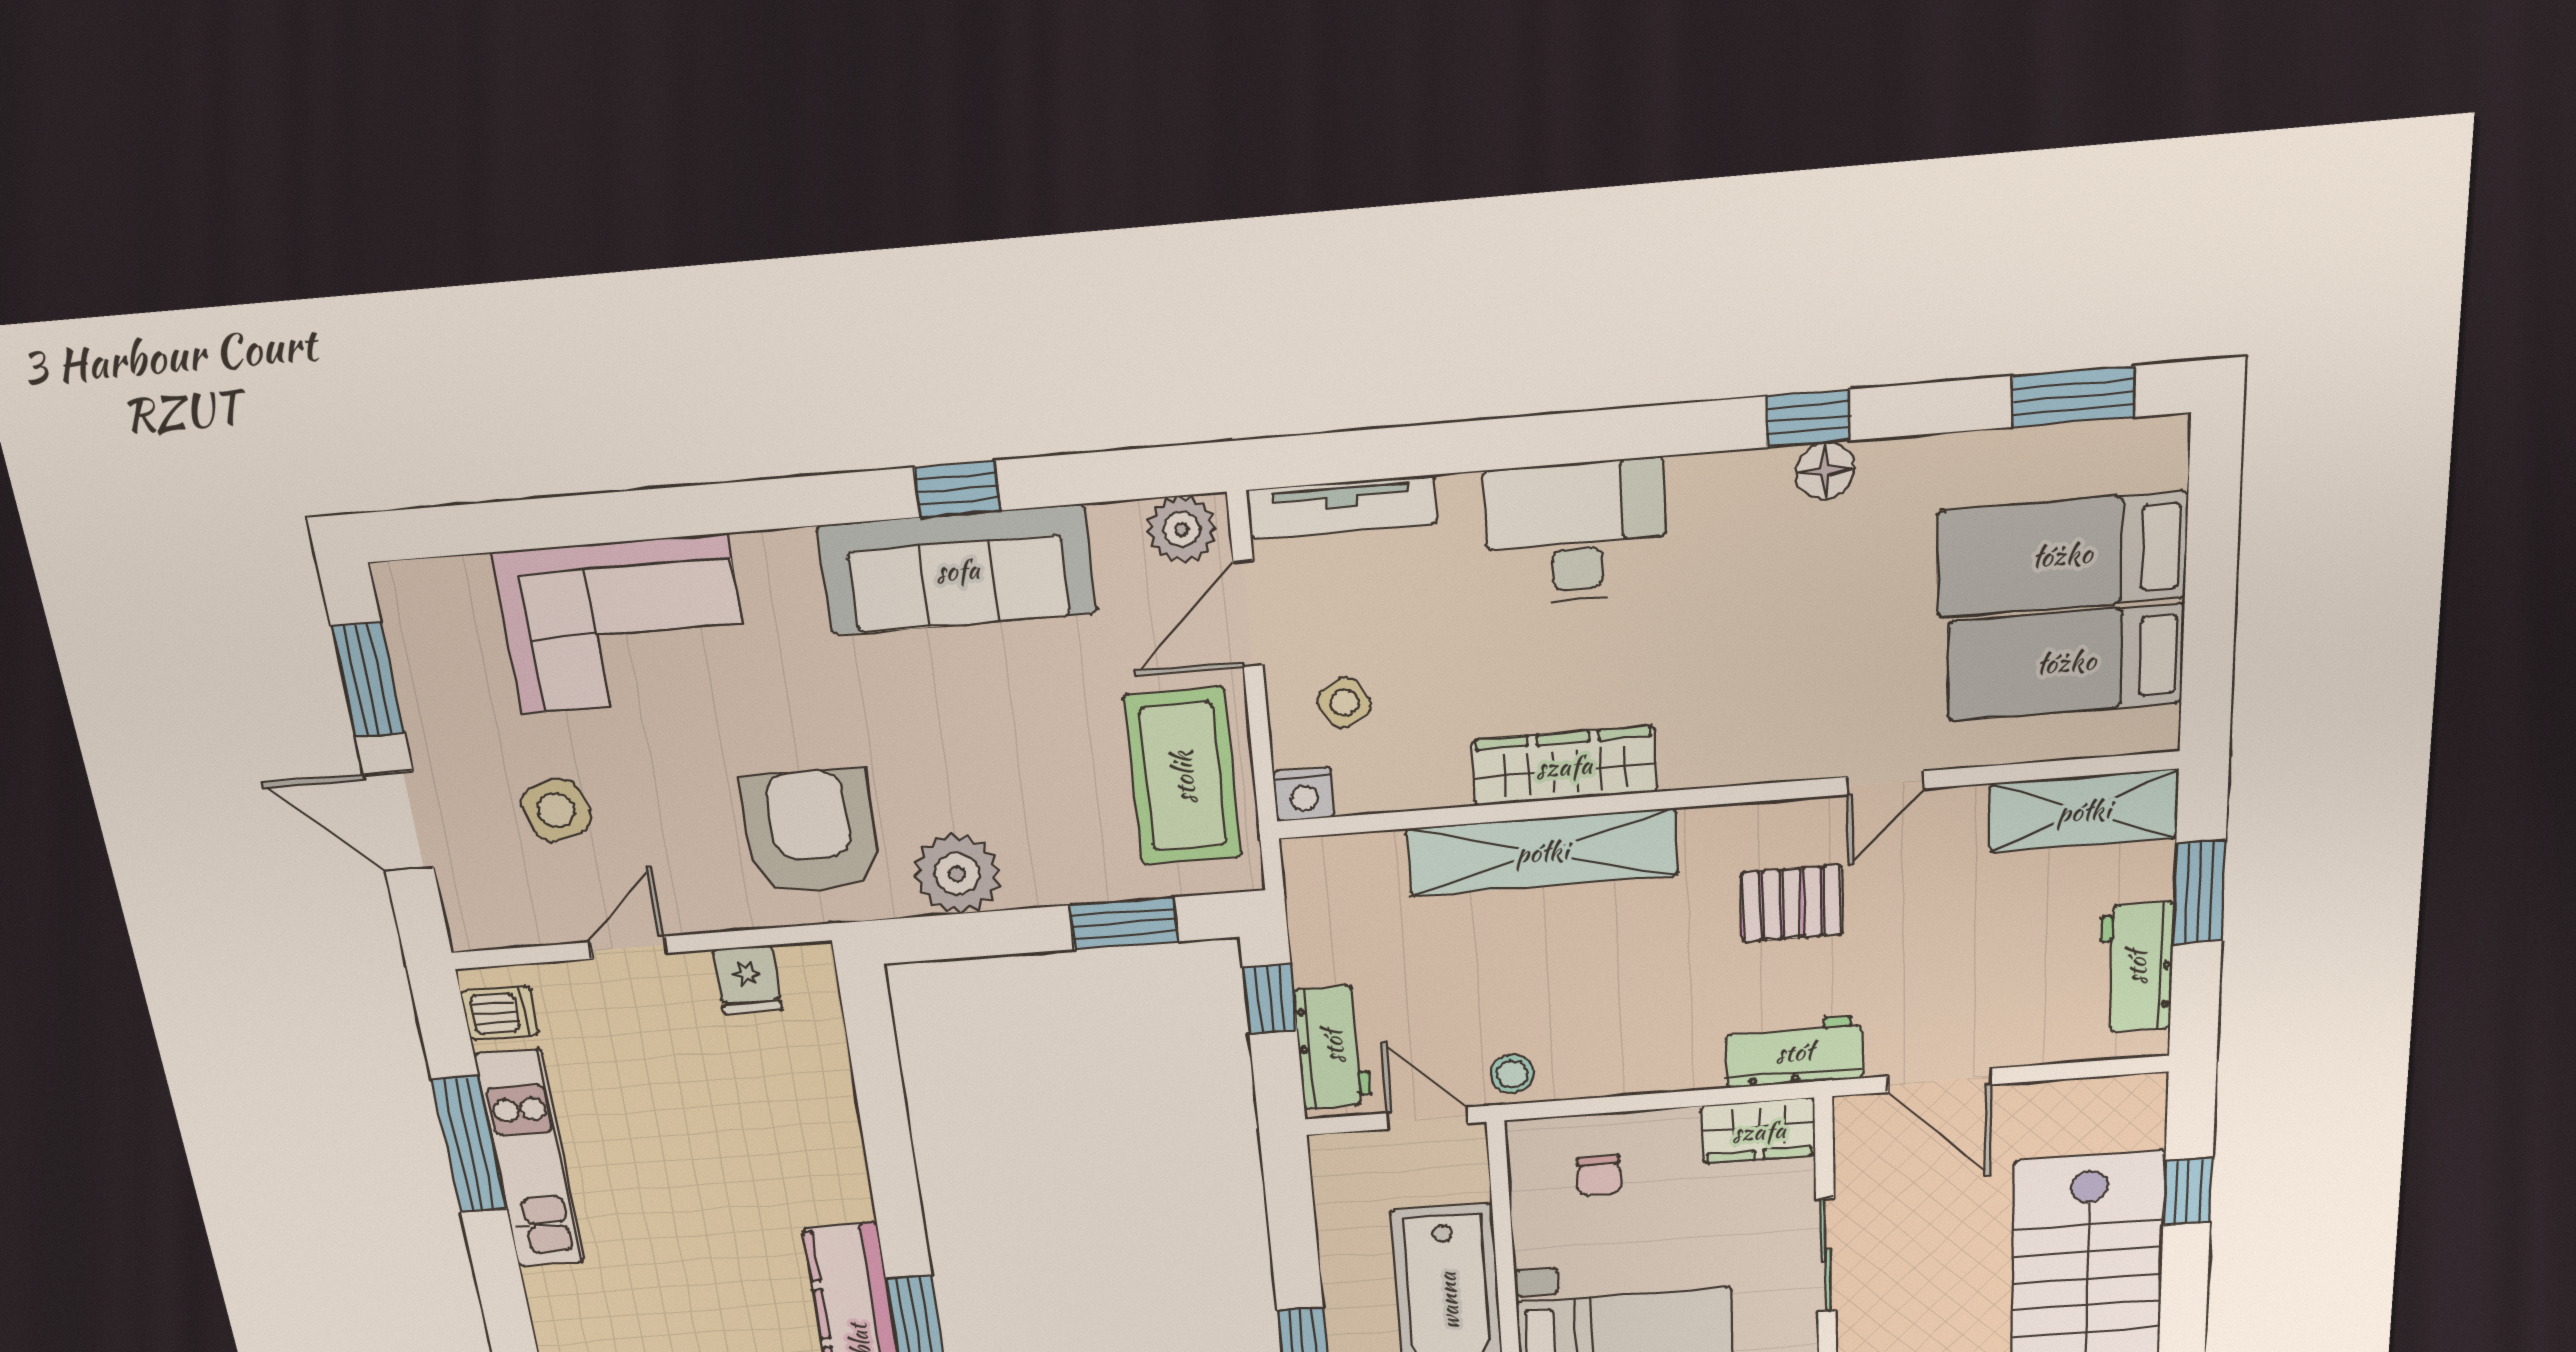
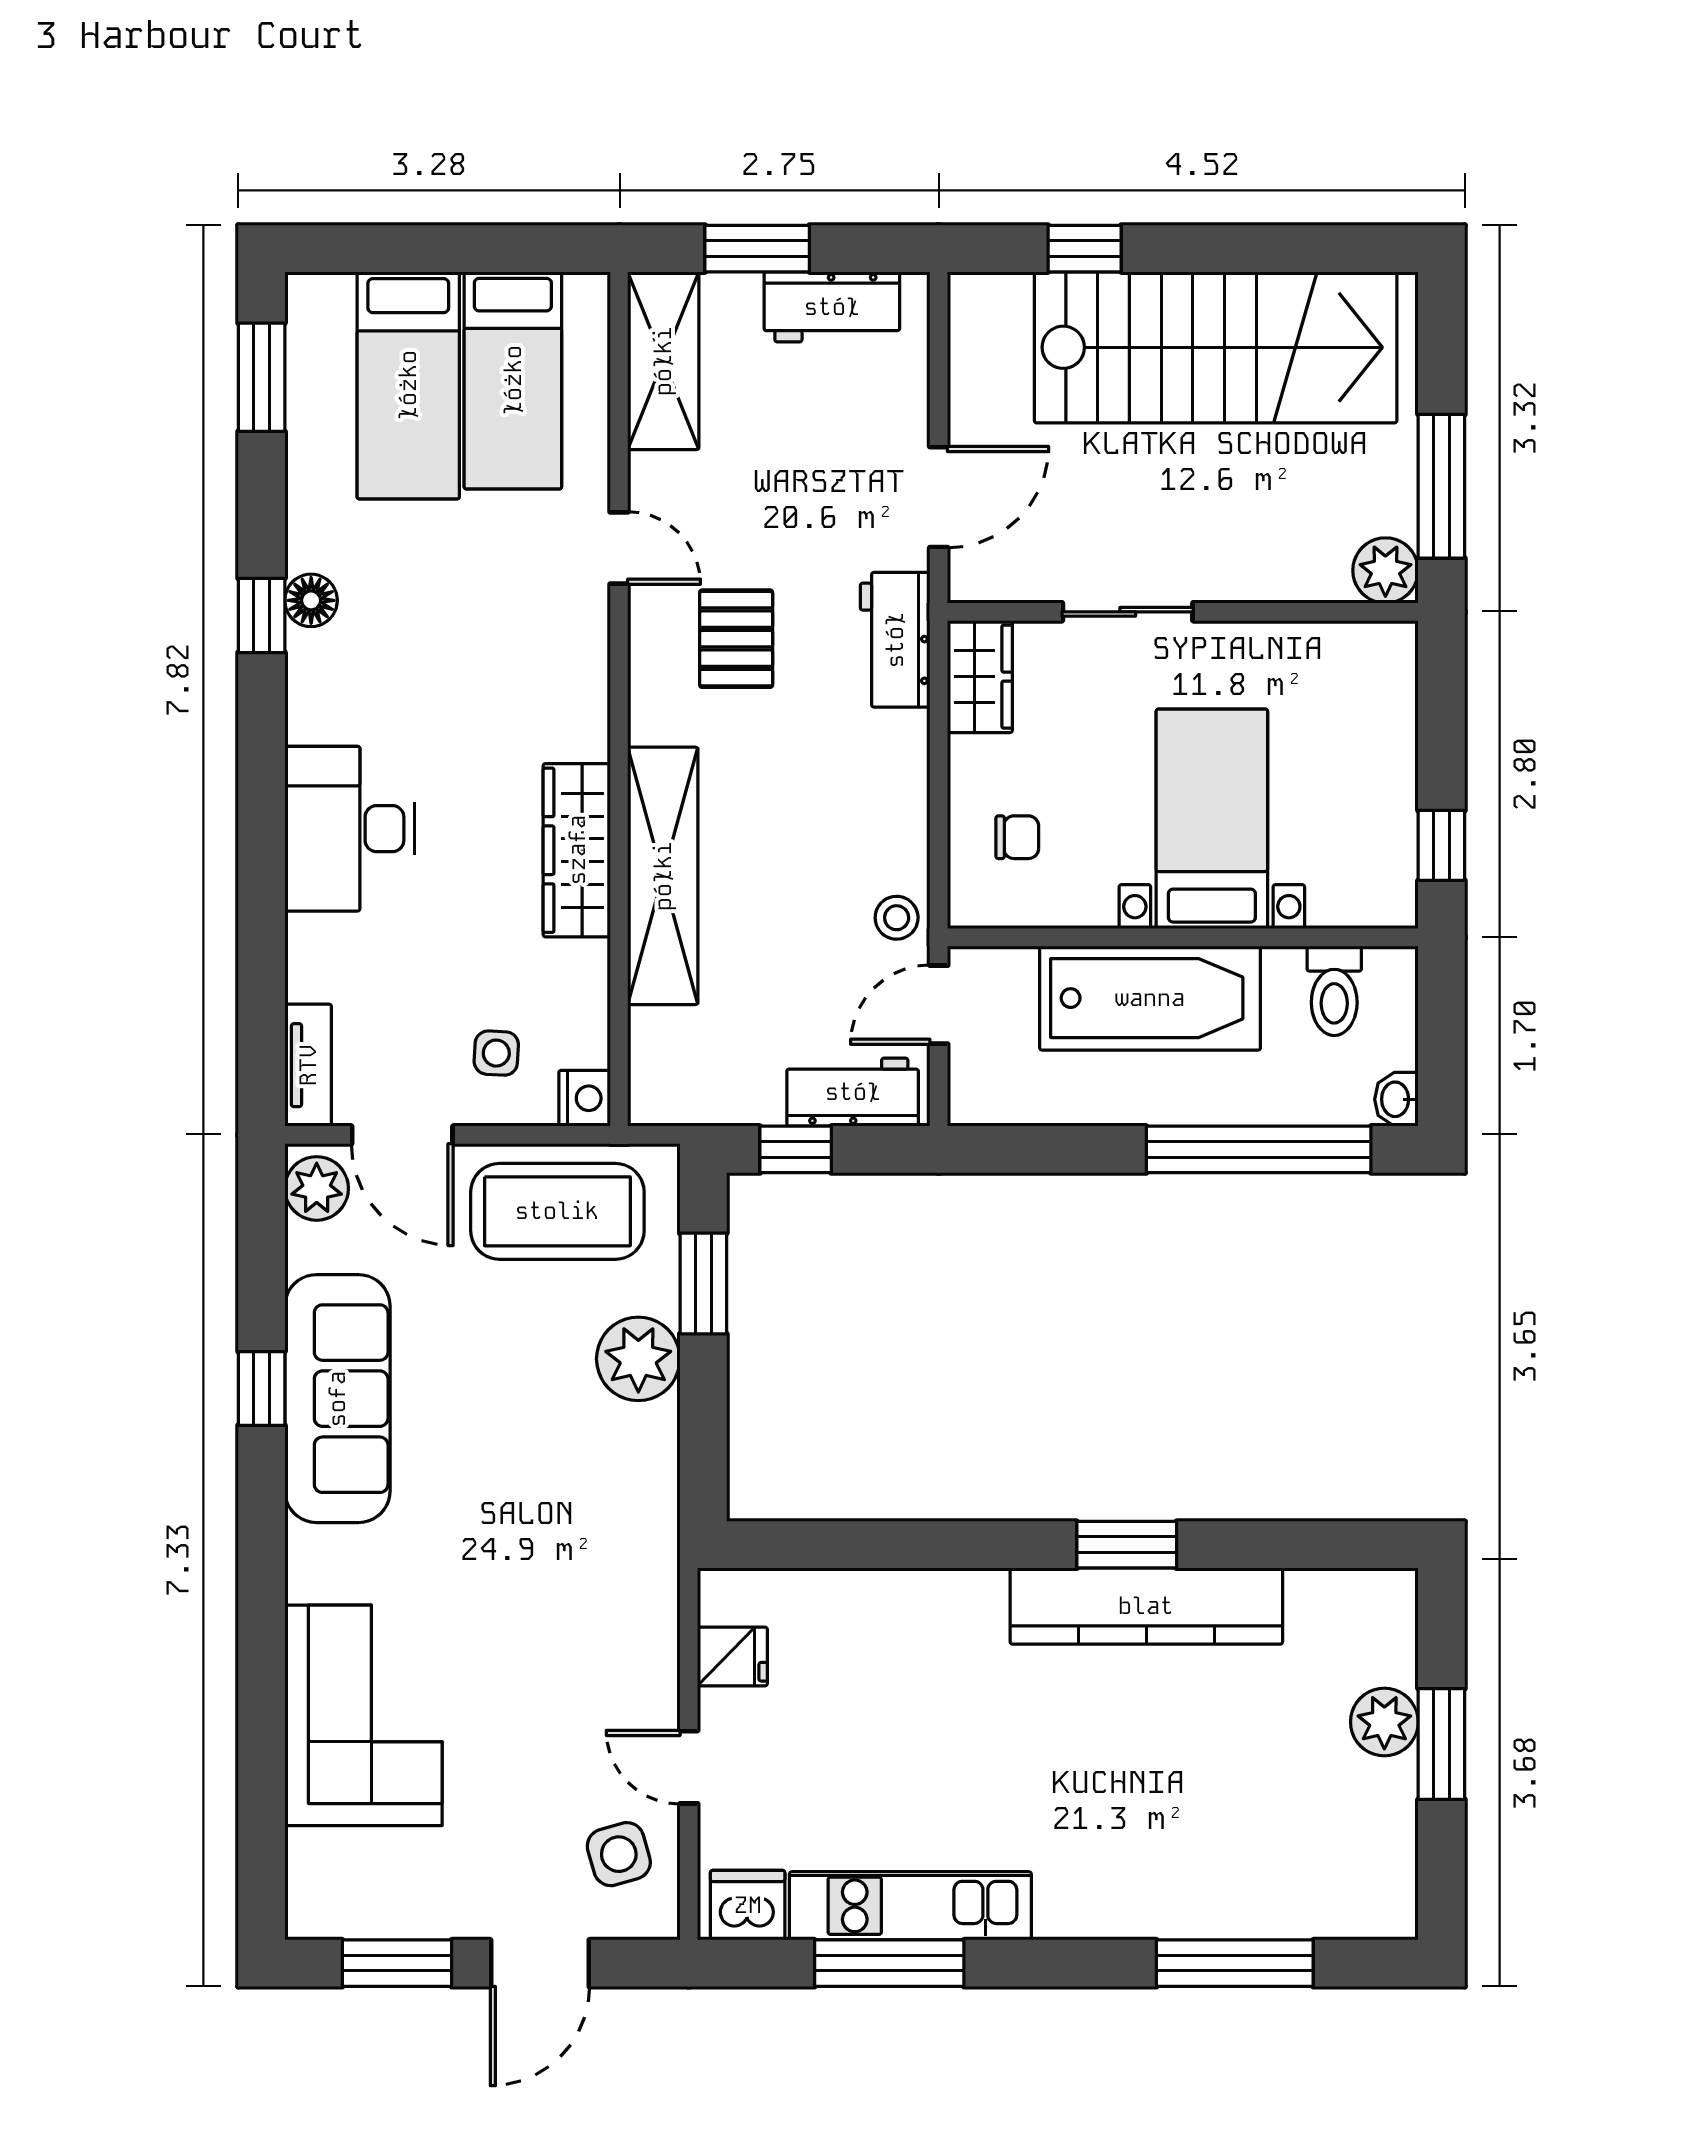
tv unit: (1342, 507) -> (308, 1065), width x0.71
side table: (1344, 703) -> (496, 1053), turned 34
side table: (556, 810) -> (619, 1854), moved
armchair: (811, 832) -> (583, 1572), removed
plant: (957, 874) -> (638, 1359), moved
dishwasher: (500, 1013) -> (748, 1905), width x1.38

